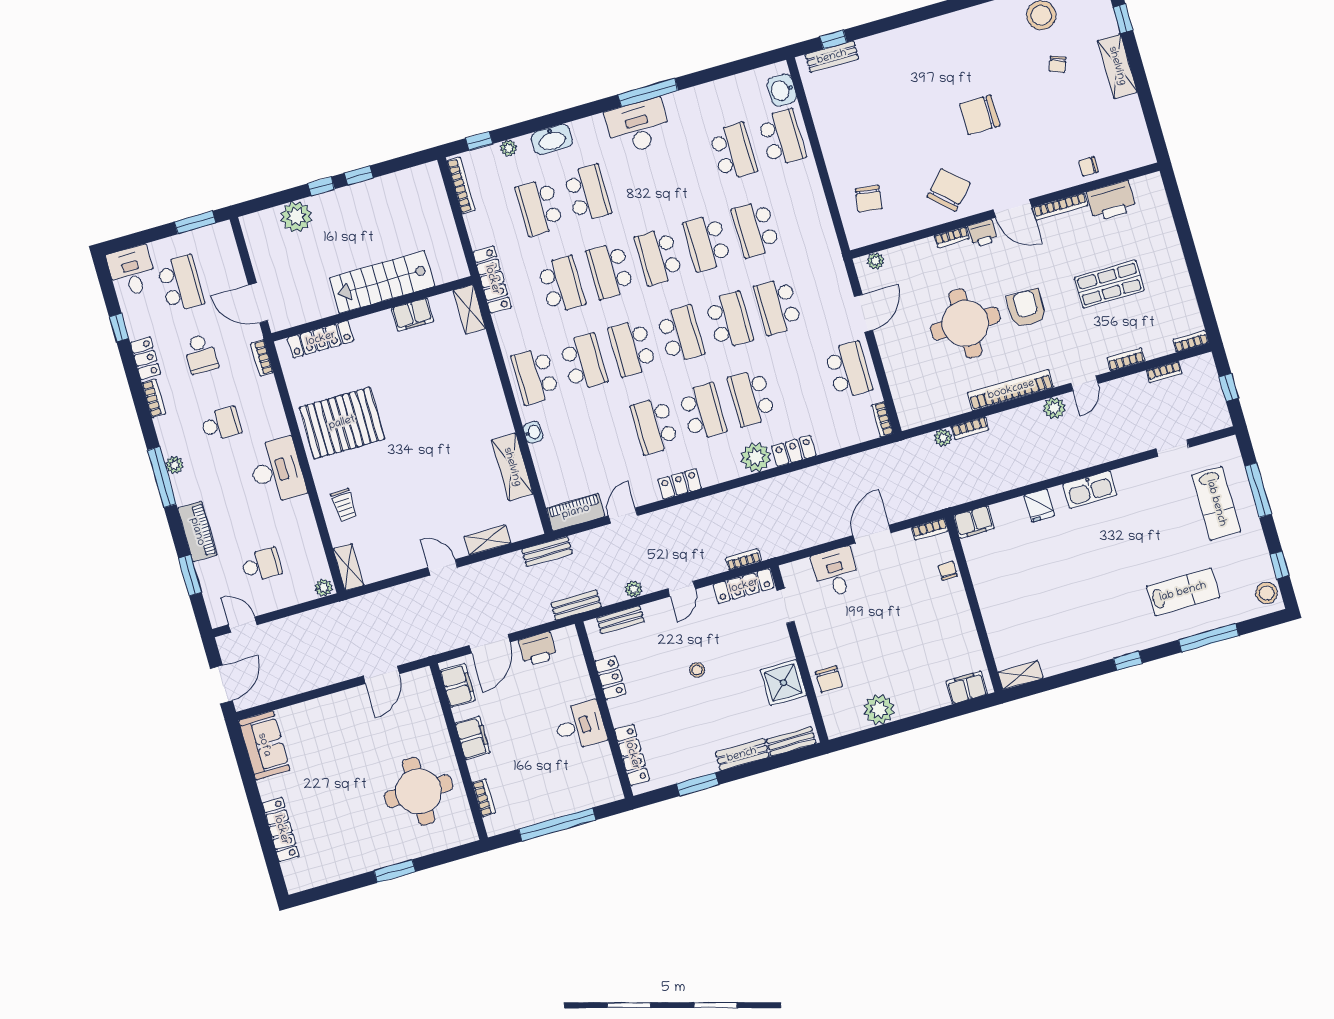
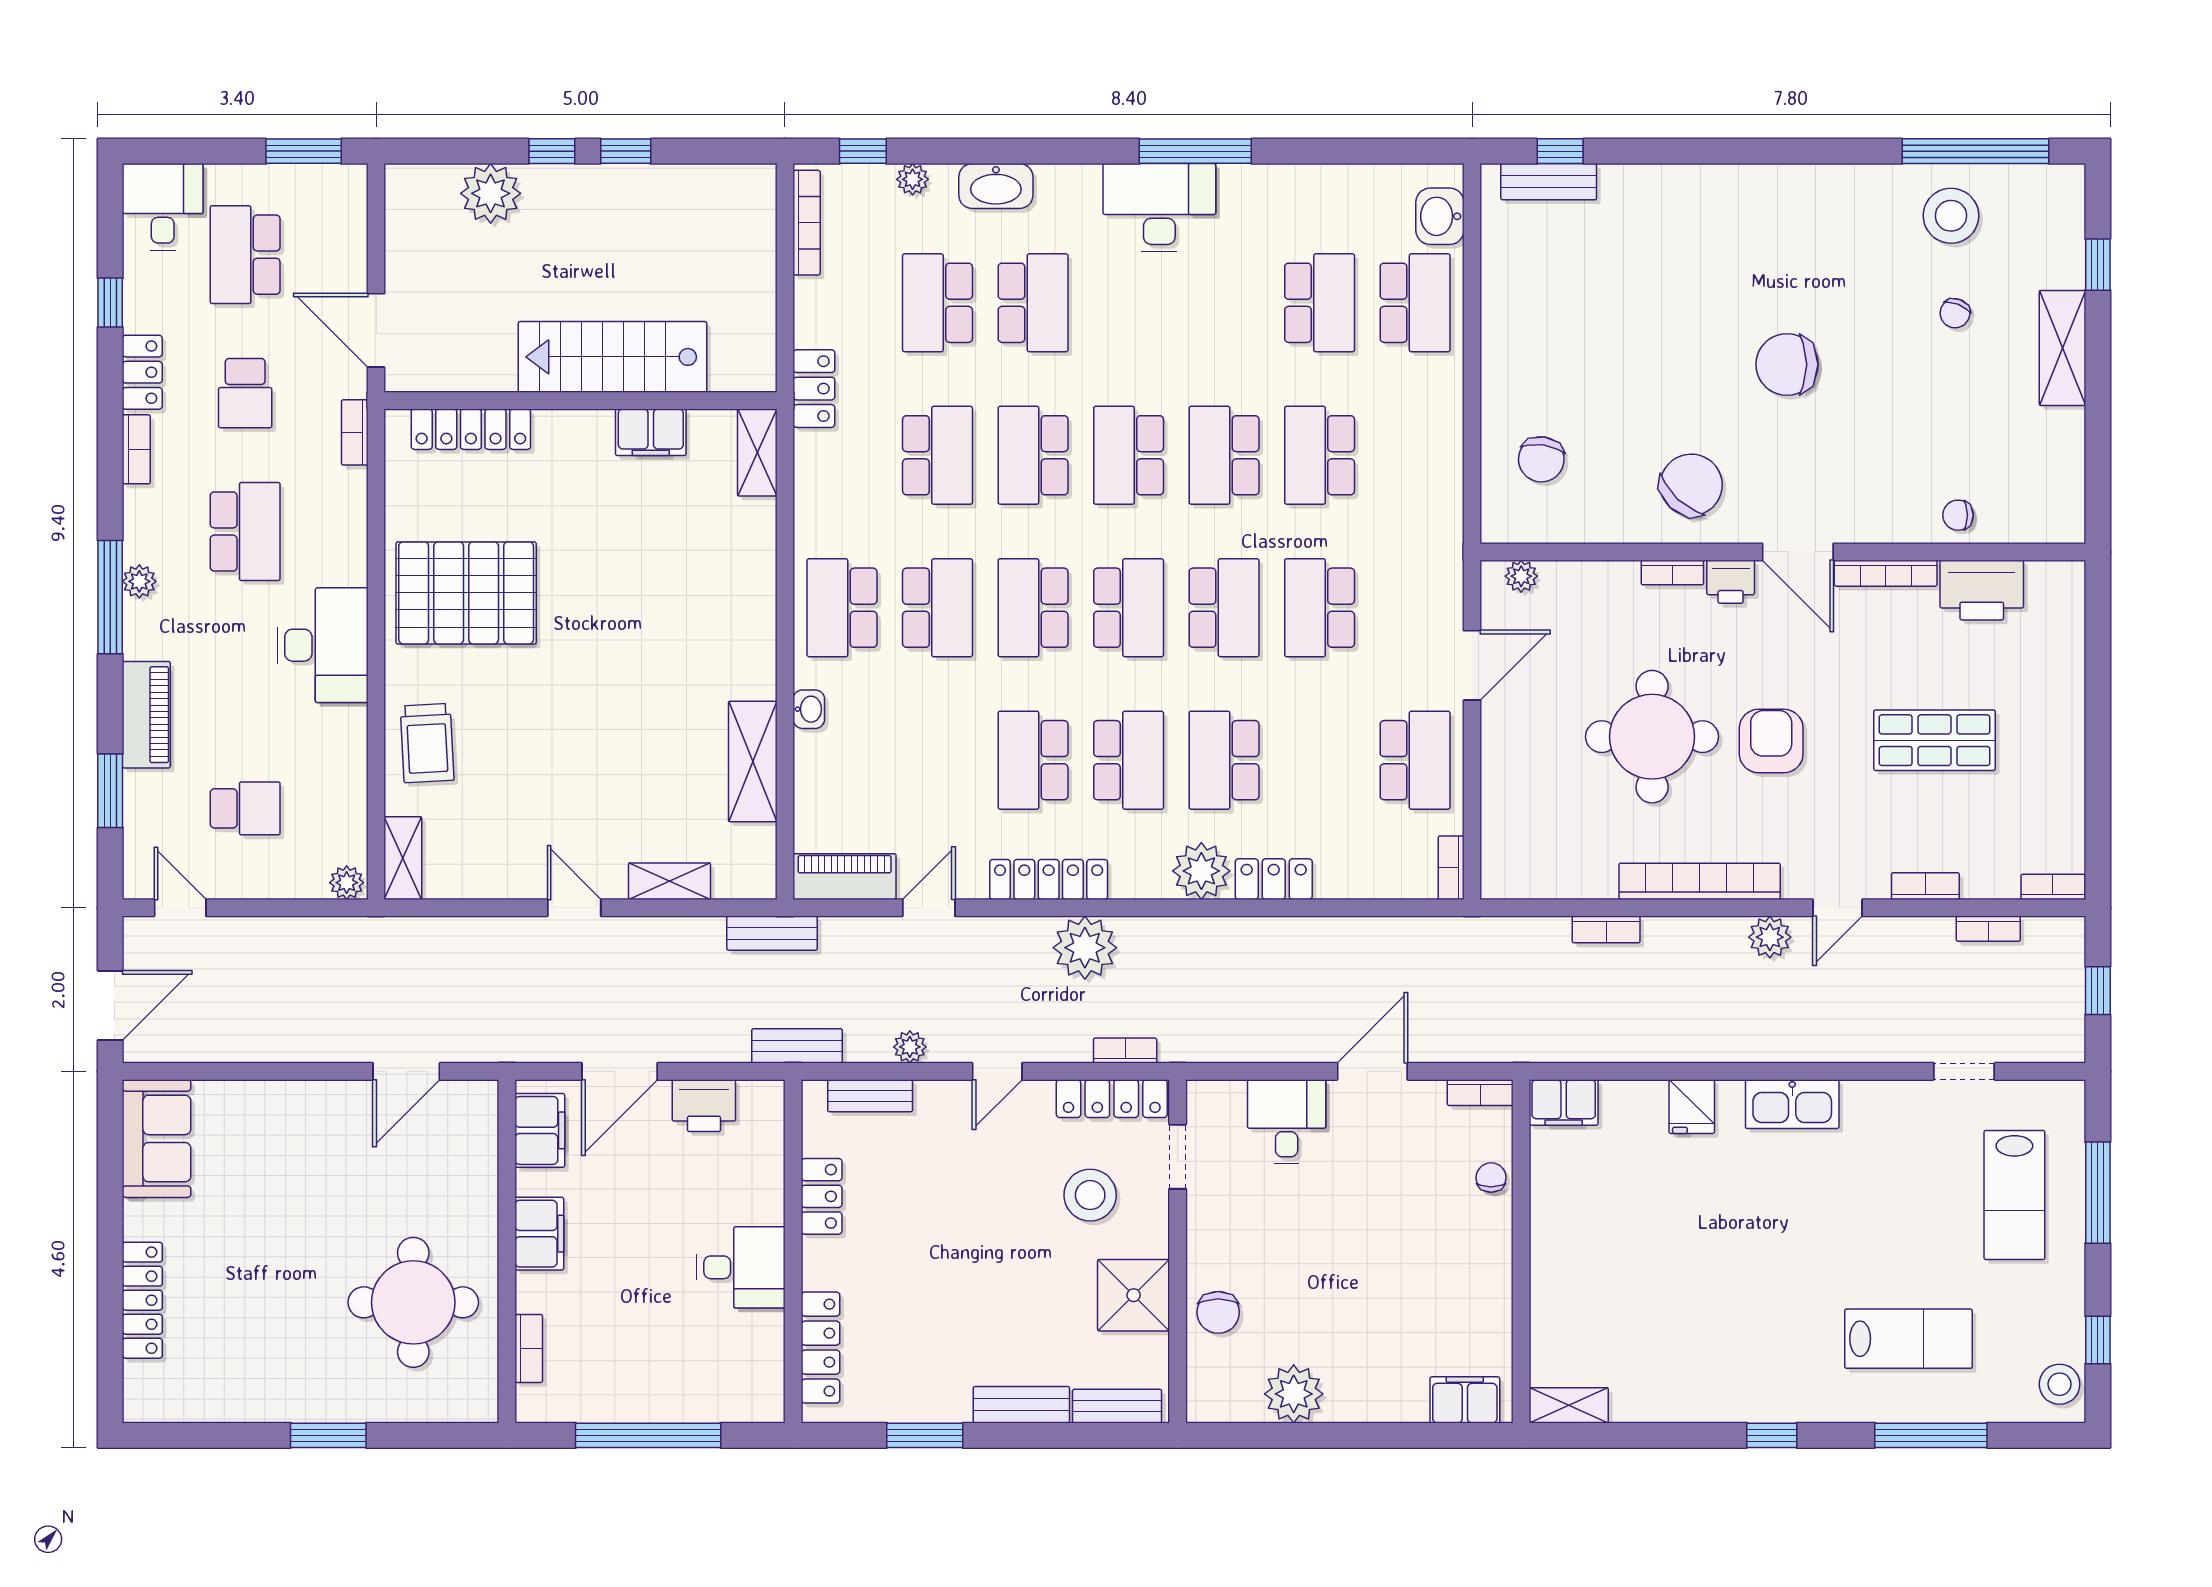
locker: (492, 280) -> (814, 389), width x0.66
school desk: (181, 284) -> (245, 255), turned 180
school desk: (221, 424) -> (245, 531), width x1.85
plant: (943, 438) -> (1085, 948), moved, width x1.88, depth x1.88
locker: (680, 484) -> (1049, 879), width x1.53
trolley: (344, 505) -> (427, 743), width x1.36, depth x1.39
stool: (697, 670) -> (1090, 1195), moved, width x1.89, depth x1.89

